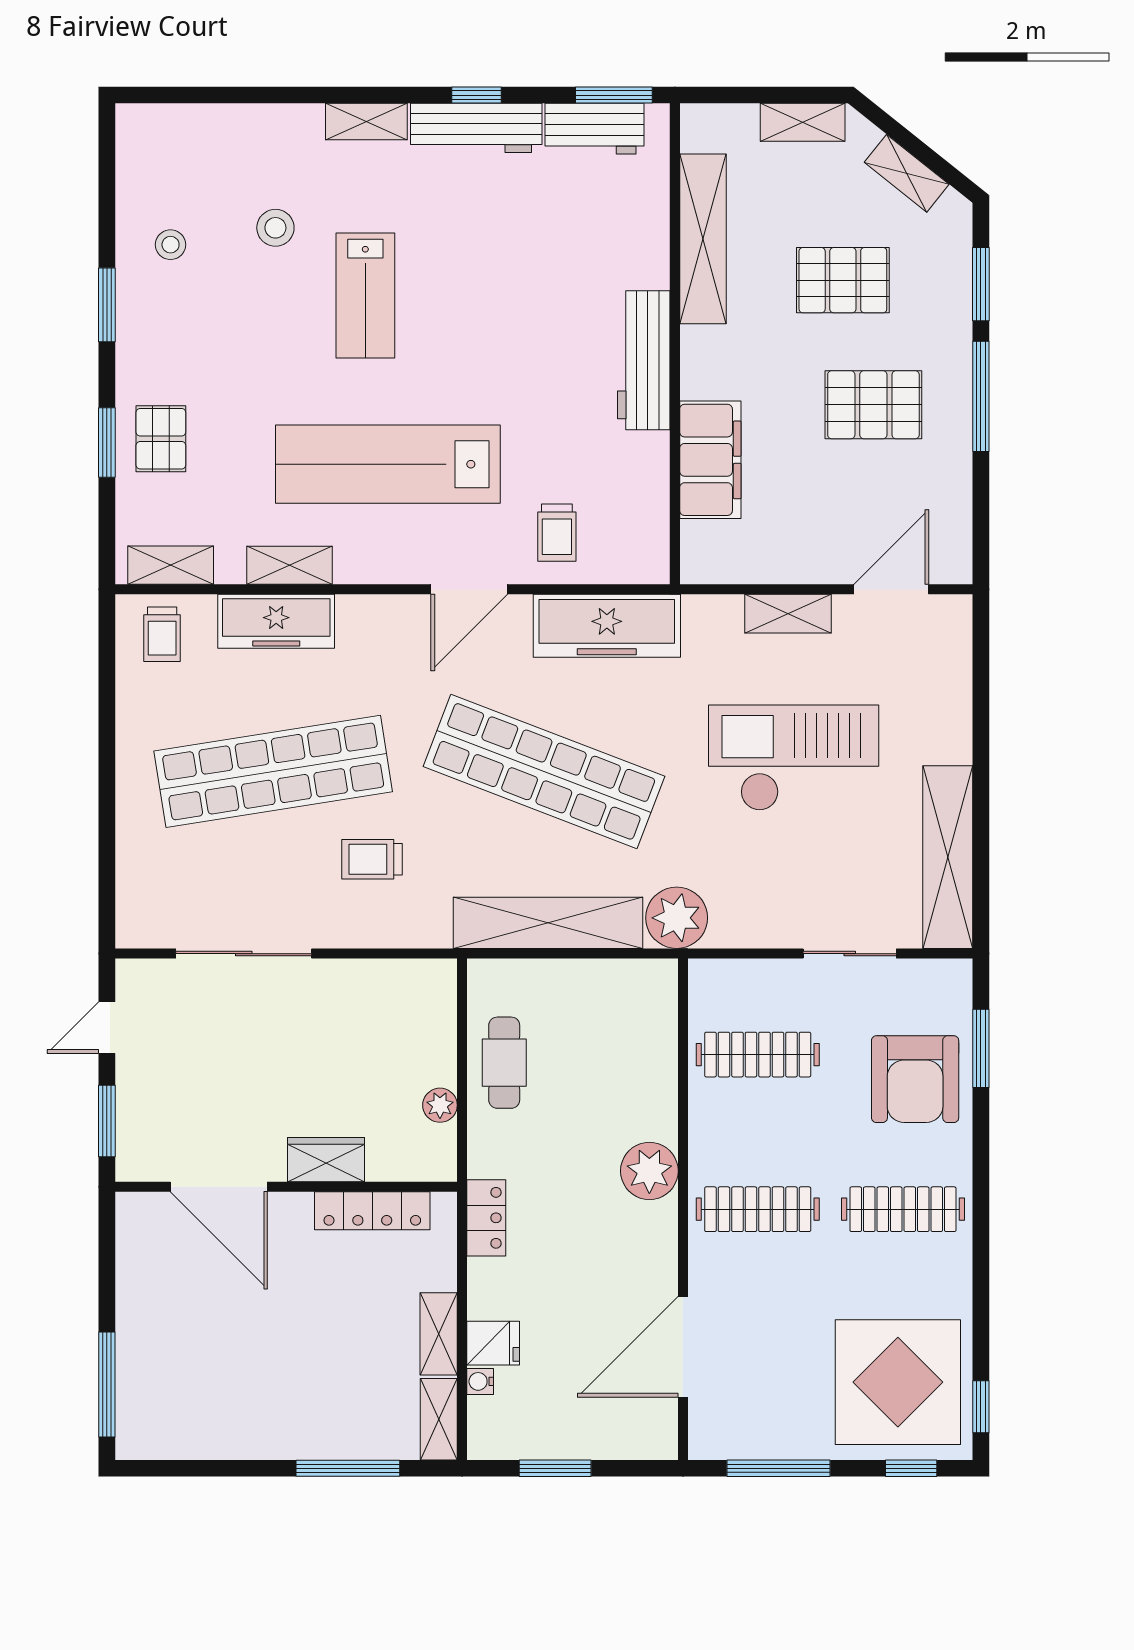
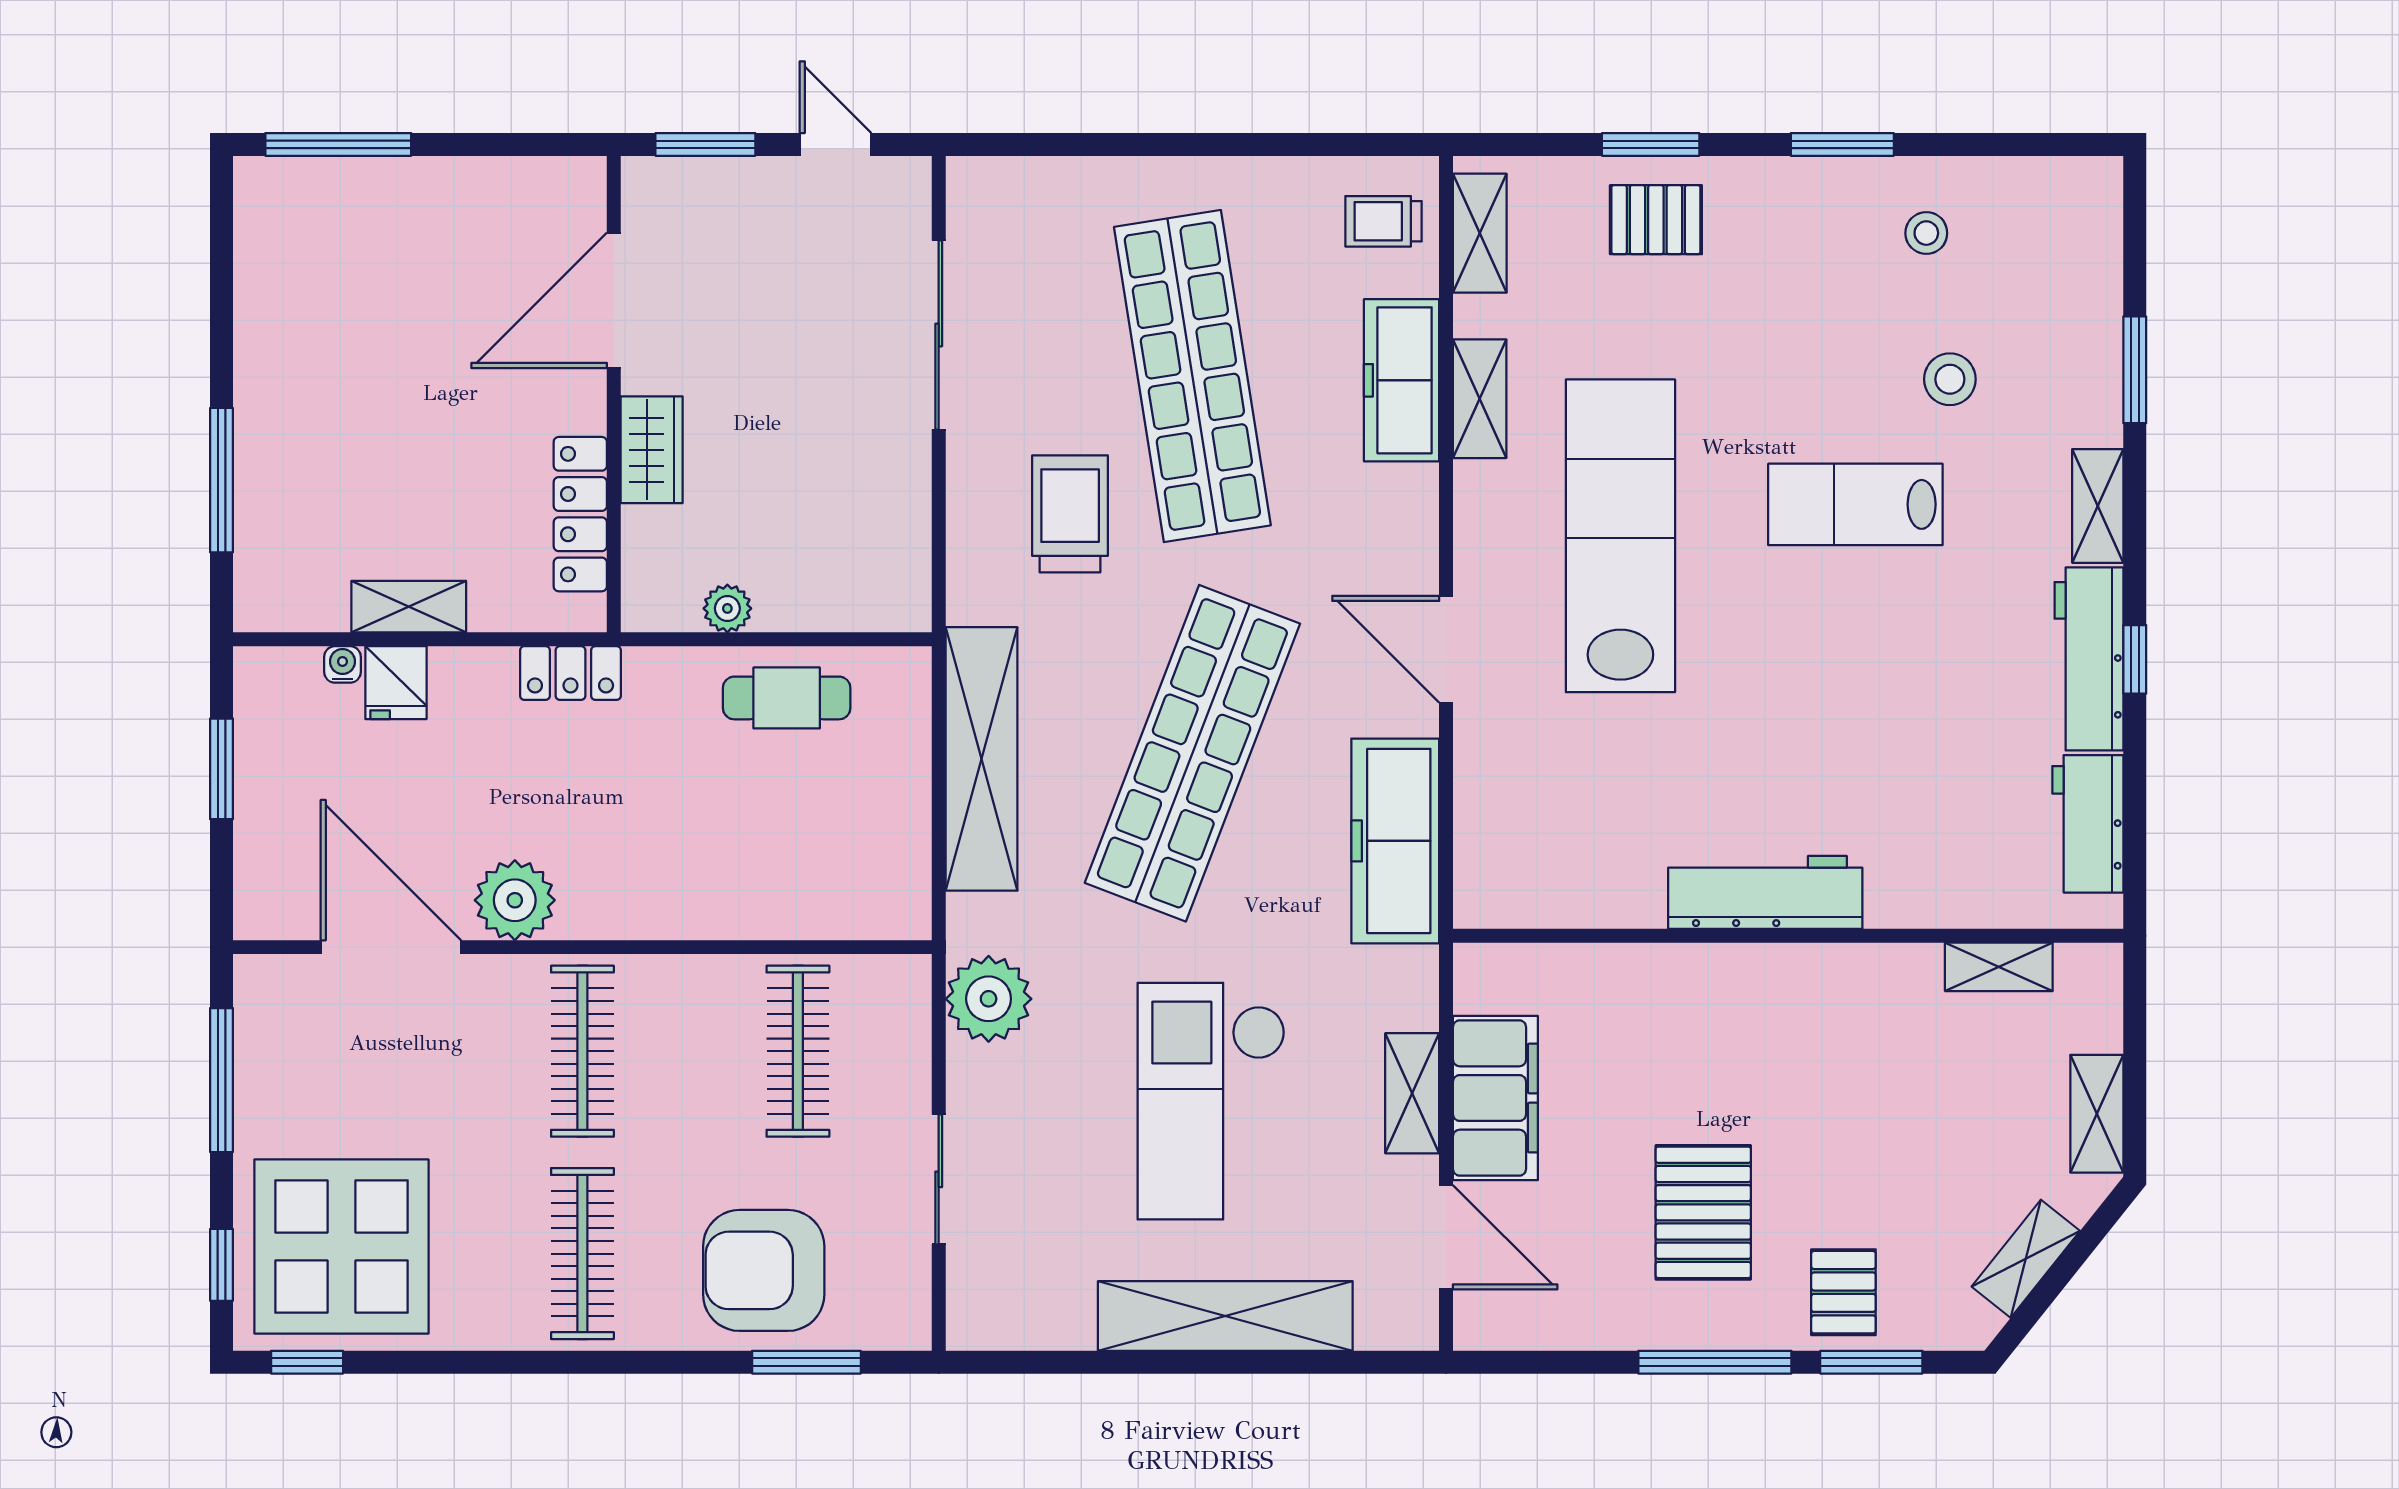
window: (614, 95) -> (2135, 370), moved
shelving: (703, 239) -> (1999, 967), width x0.45, depth x0.75
pallet: (843, 280) -> (1843, 1292), moved, width x0.67, depth x0.71
filing cabinet: (710, 460) -> (1495, 1098), moved, turned -90
trolley: (557, 533) -> (1525, 771), removed
checkout: (794, 758) -> (1211, 1101), turned 180
shelving: (948, 857) -> (1225, 1316), moved
trolley: (372, 859) -> (1070, 514), width x1.36, depth x1.39
plant: (677, 918) -> (989, 999), moved
plant: (649, 1171) -> (515, 900), moved
shelving: (439, 1419) -> (290, 607), removed

